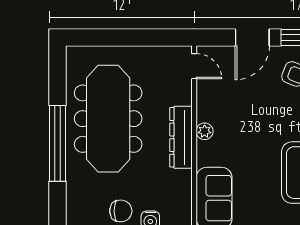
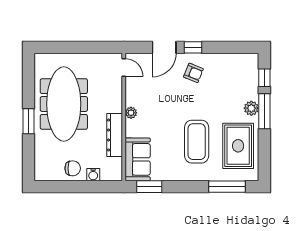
dresser: (181, 137) -> (115, 135), moved
window: (57, 143) -> (28, 121), width x0.47

